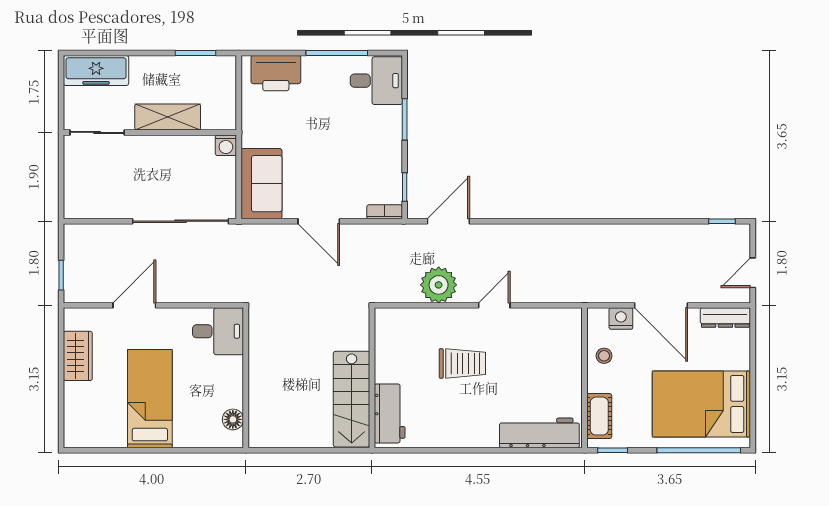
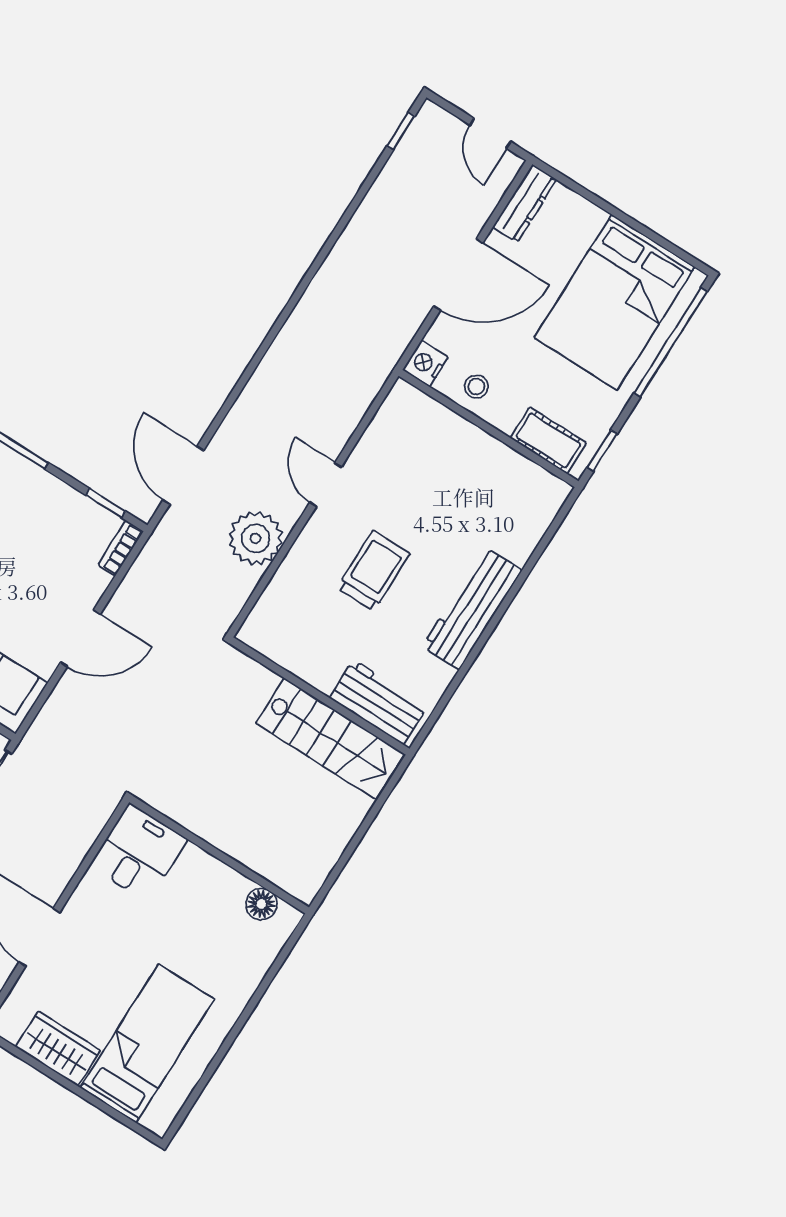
nightstand: (621, 319) -> (425, 364), moved
bed: (150, 399) -> (147, 1043), moved, turned 90
workbench: (539, 433) -> (472, 608), moved

